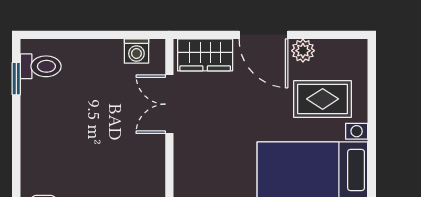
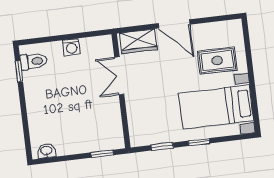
washing machine: (136, 51) -> (71, 47), moved
plant: (303, 51) -> (201, 31), removed

